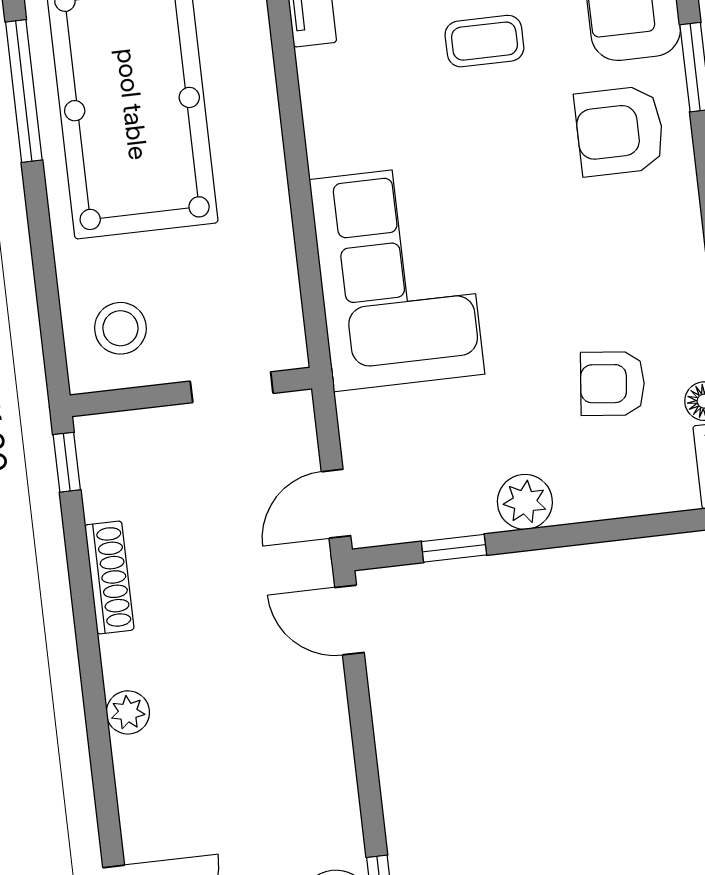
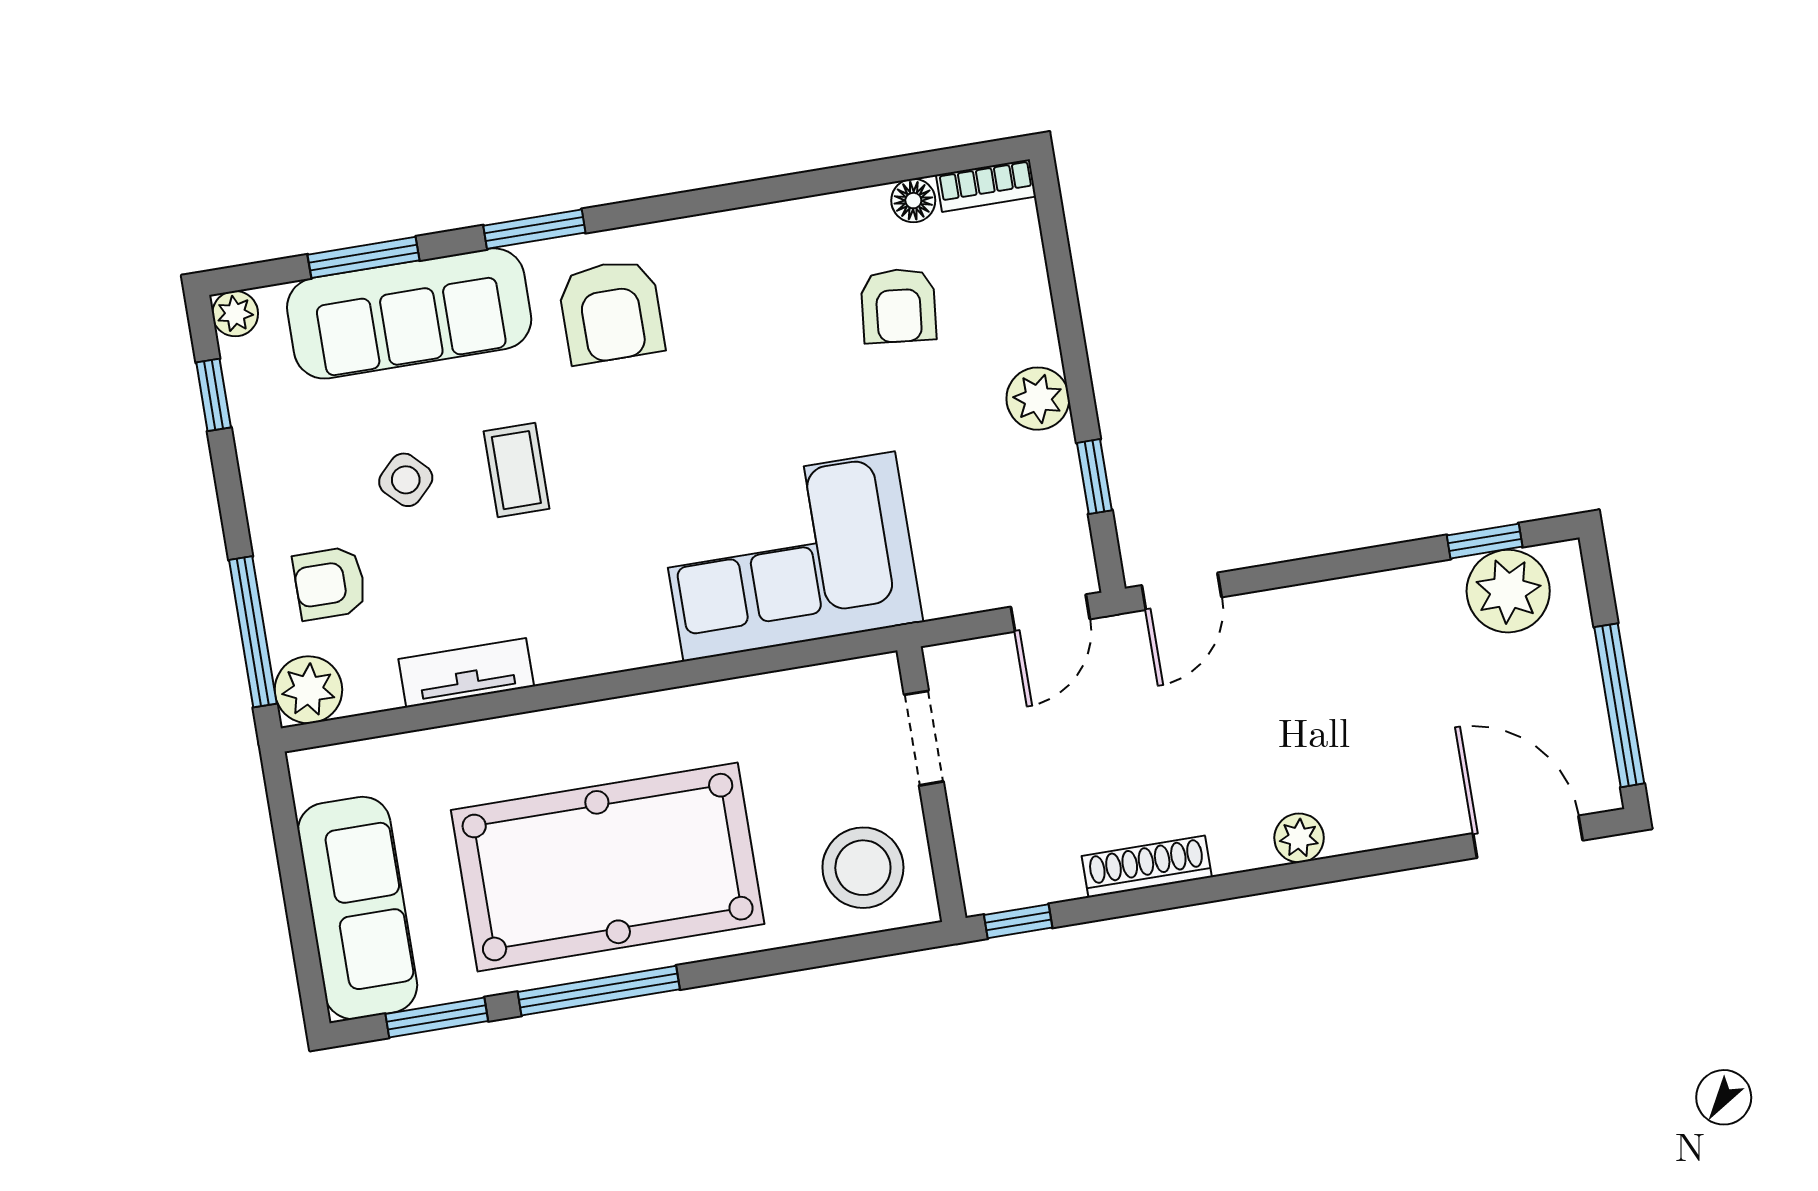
stool: (120, 328) -> (863, 868), width x1.38, depth x1.38
door: (336, 504) -> (1050, 613), hinge flipped

